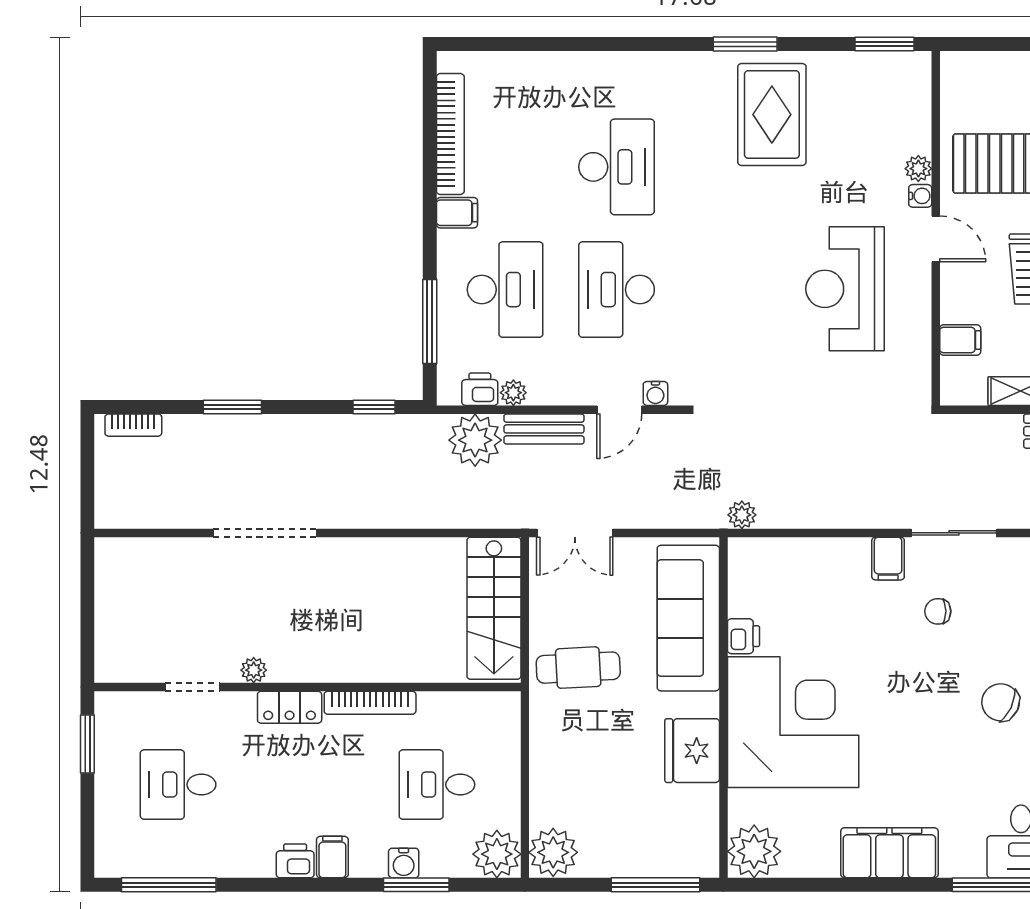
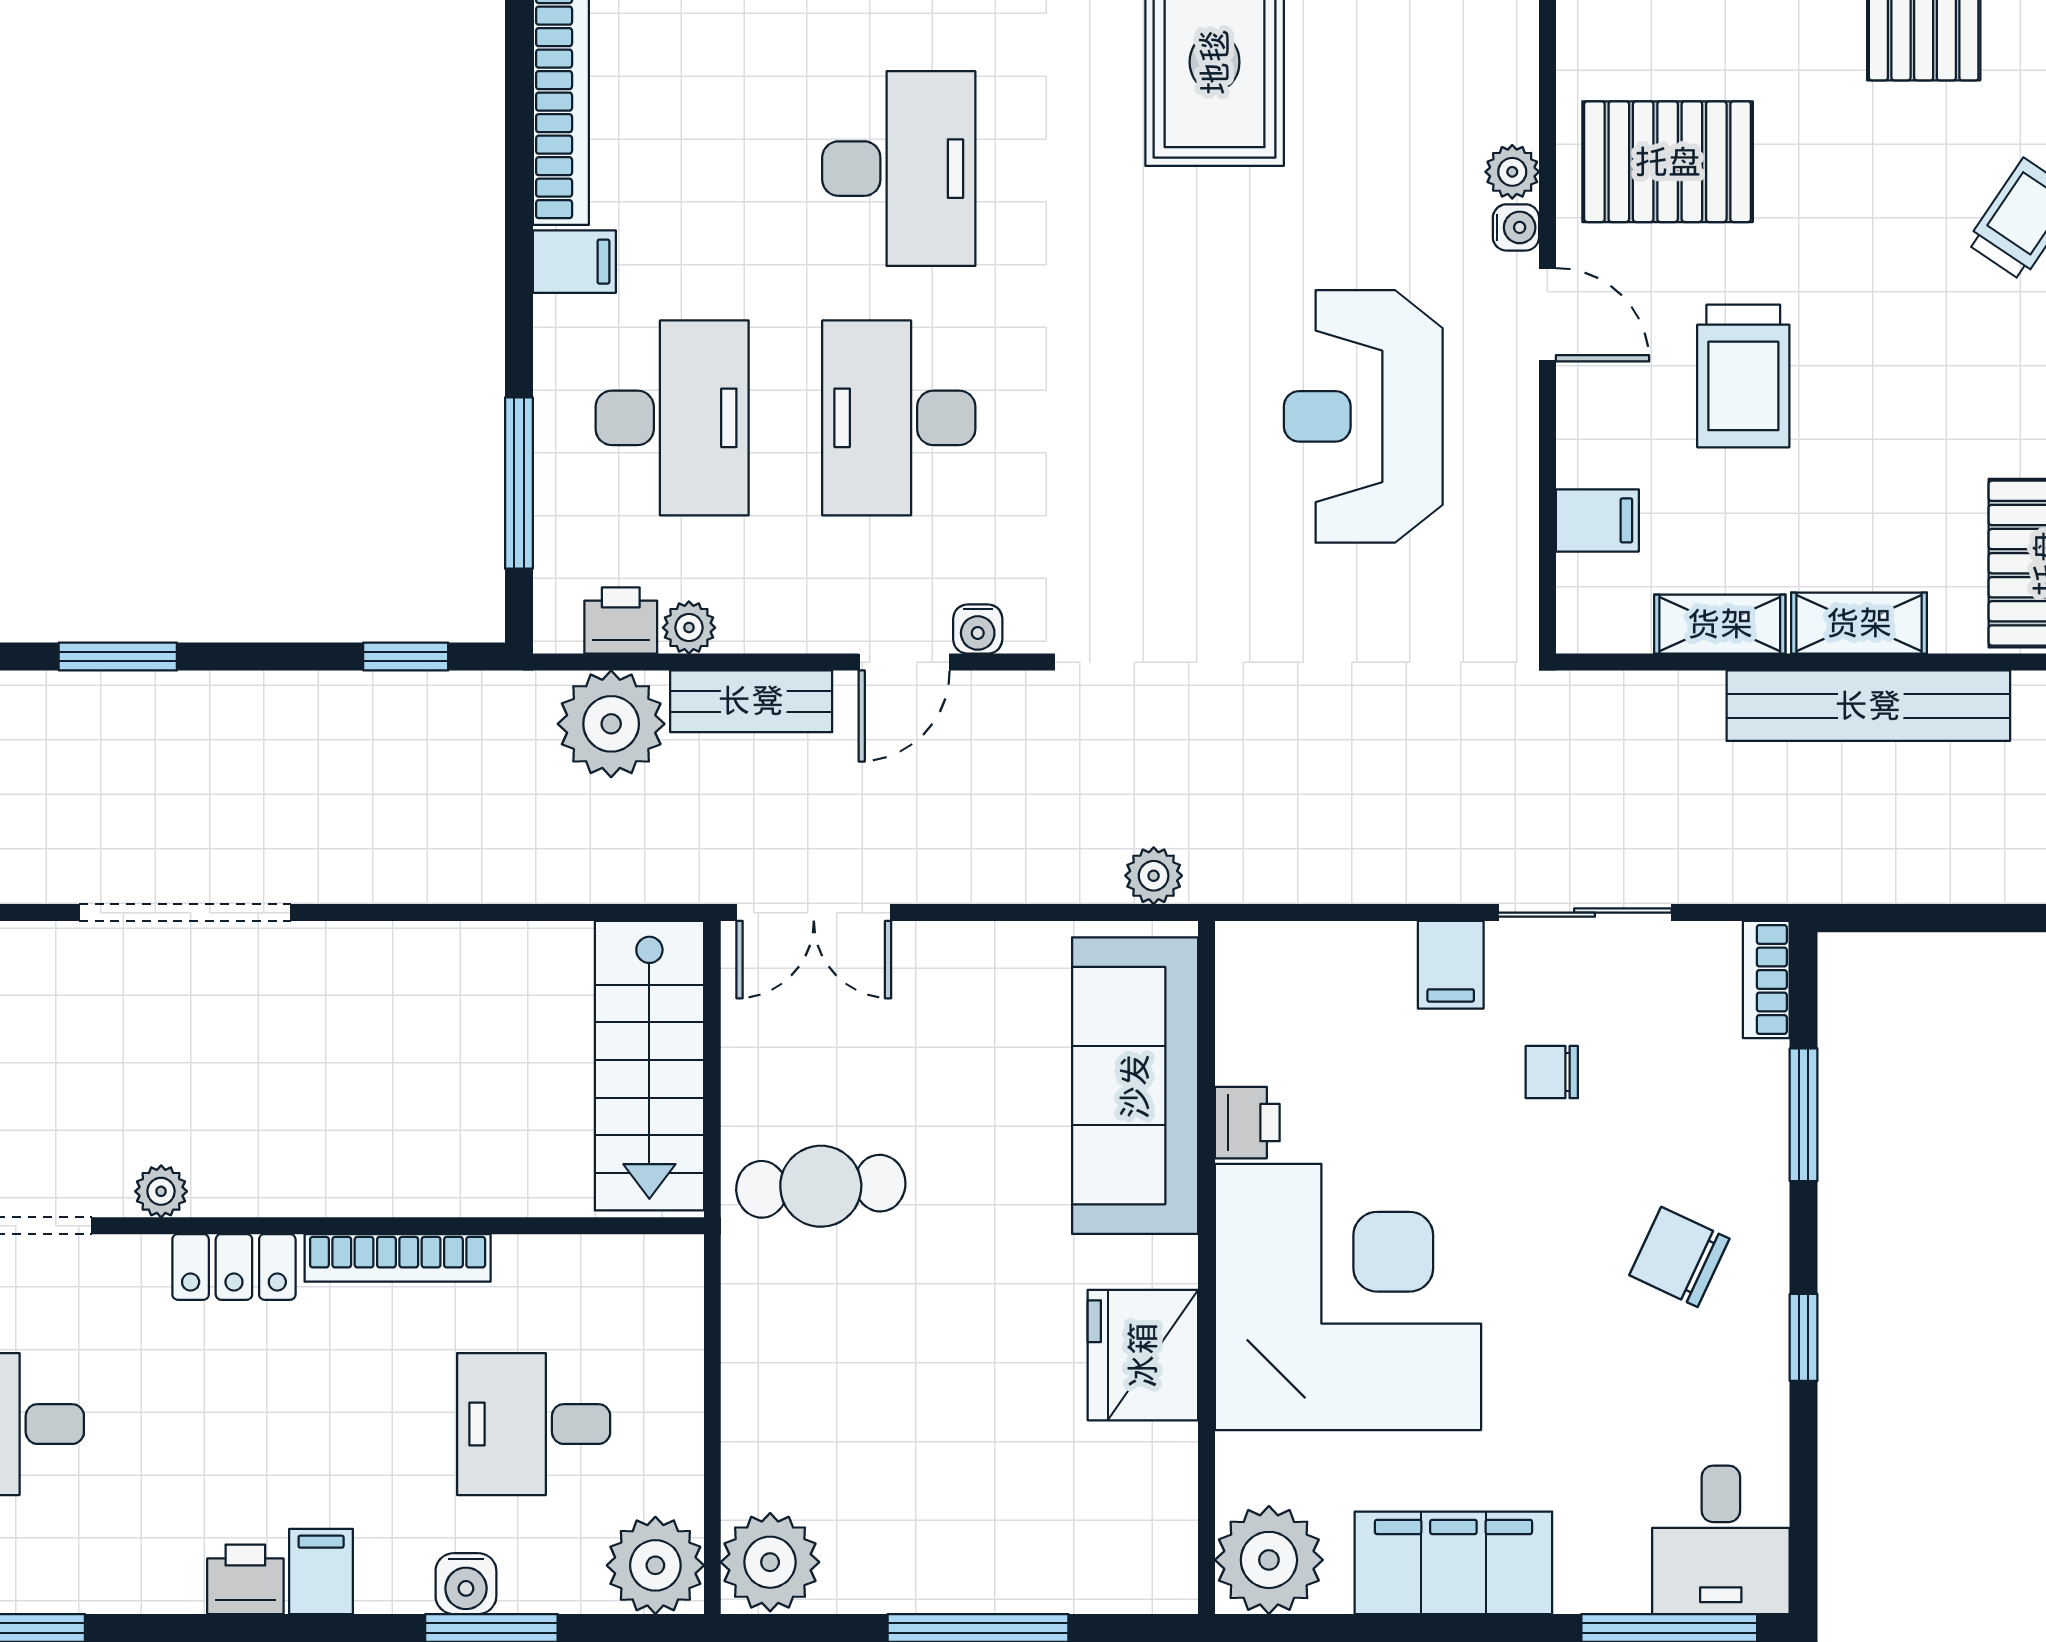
sofa: (688, 618) -> (1135, 1086), moved
printer: (744, 636) -> (1247, 1123), moved
wall: (723, 707) -> (1206, 1267), moved
corner desk: (793, 722) -> (1348, 1297), moved
fridge: (692, 751) -> (1143, 1355), moved
plant: (754, 851) -> (1269, 1560), moved

